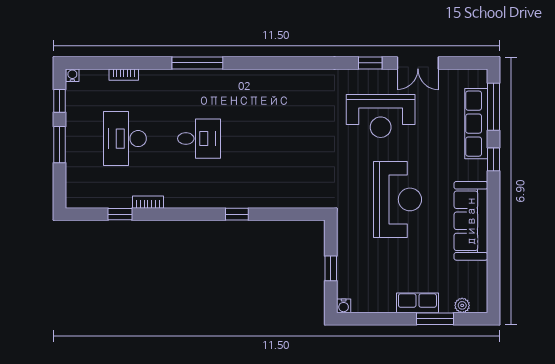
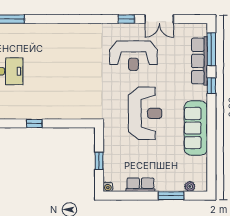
row of seats: (417, 303) -> (140, 185), moved

